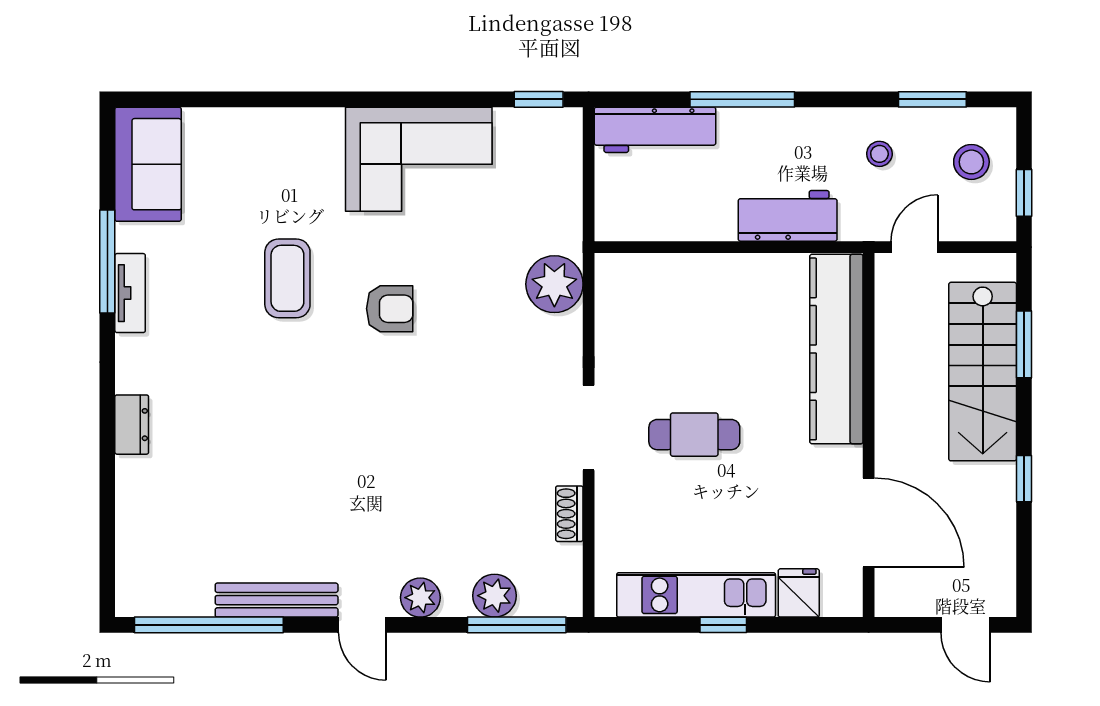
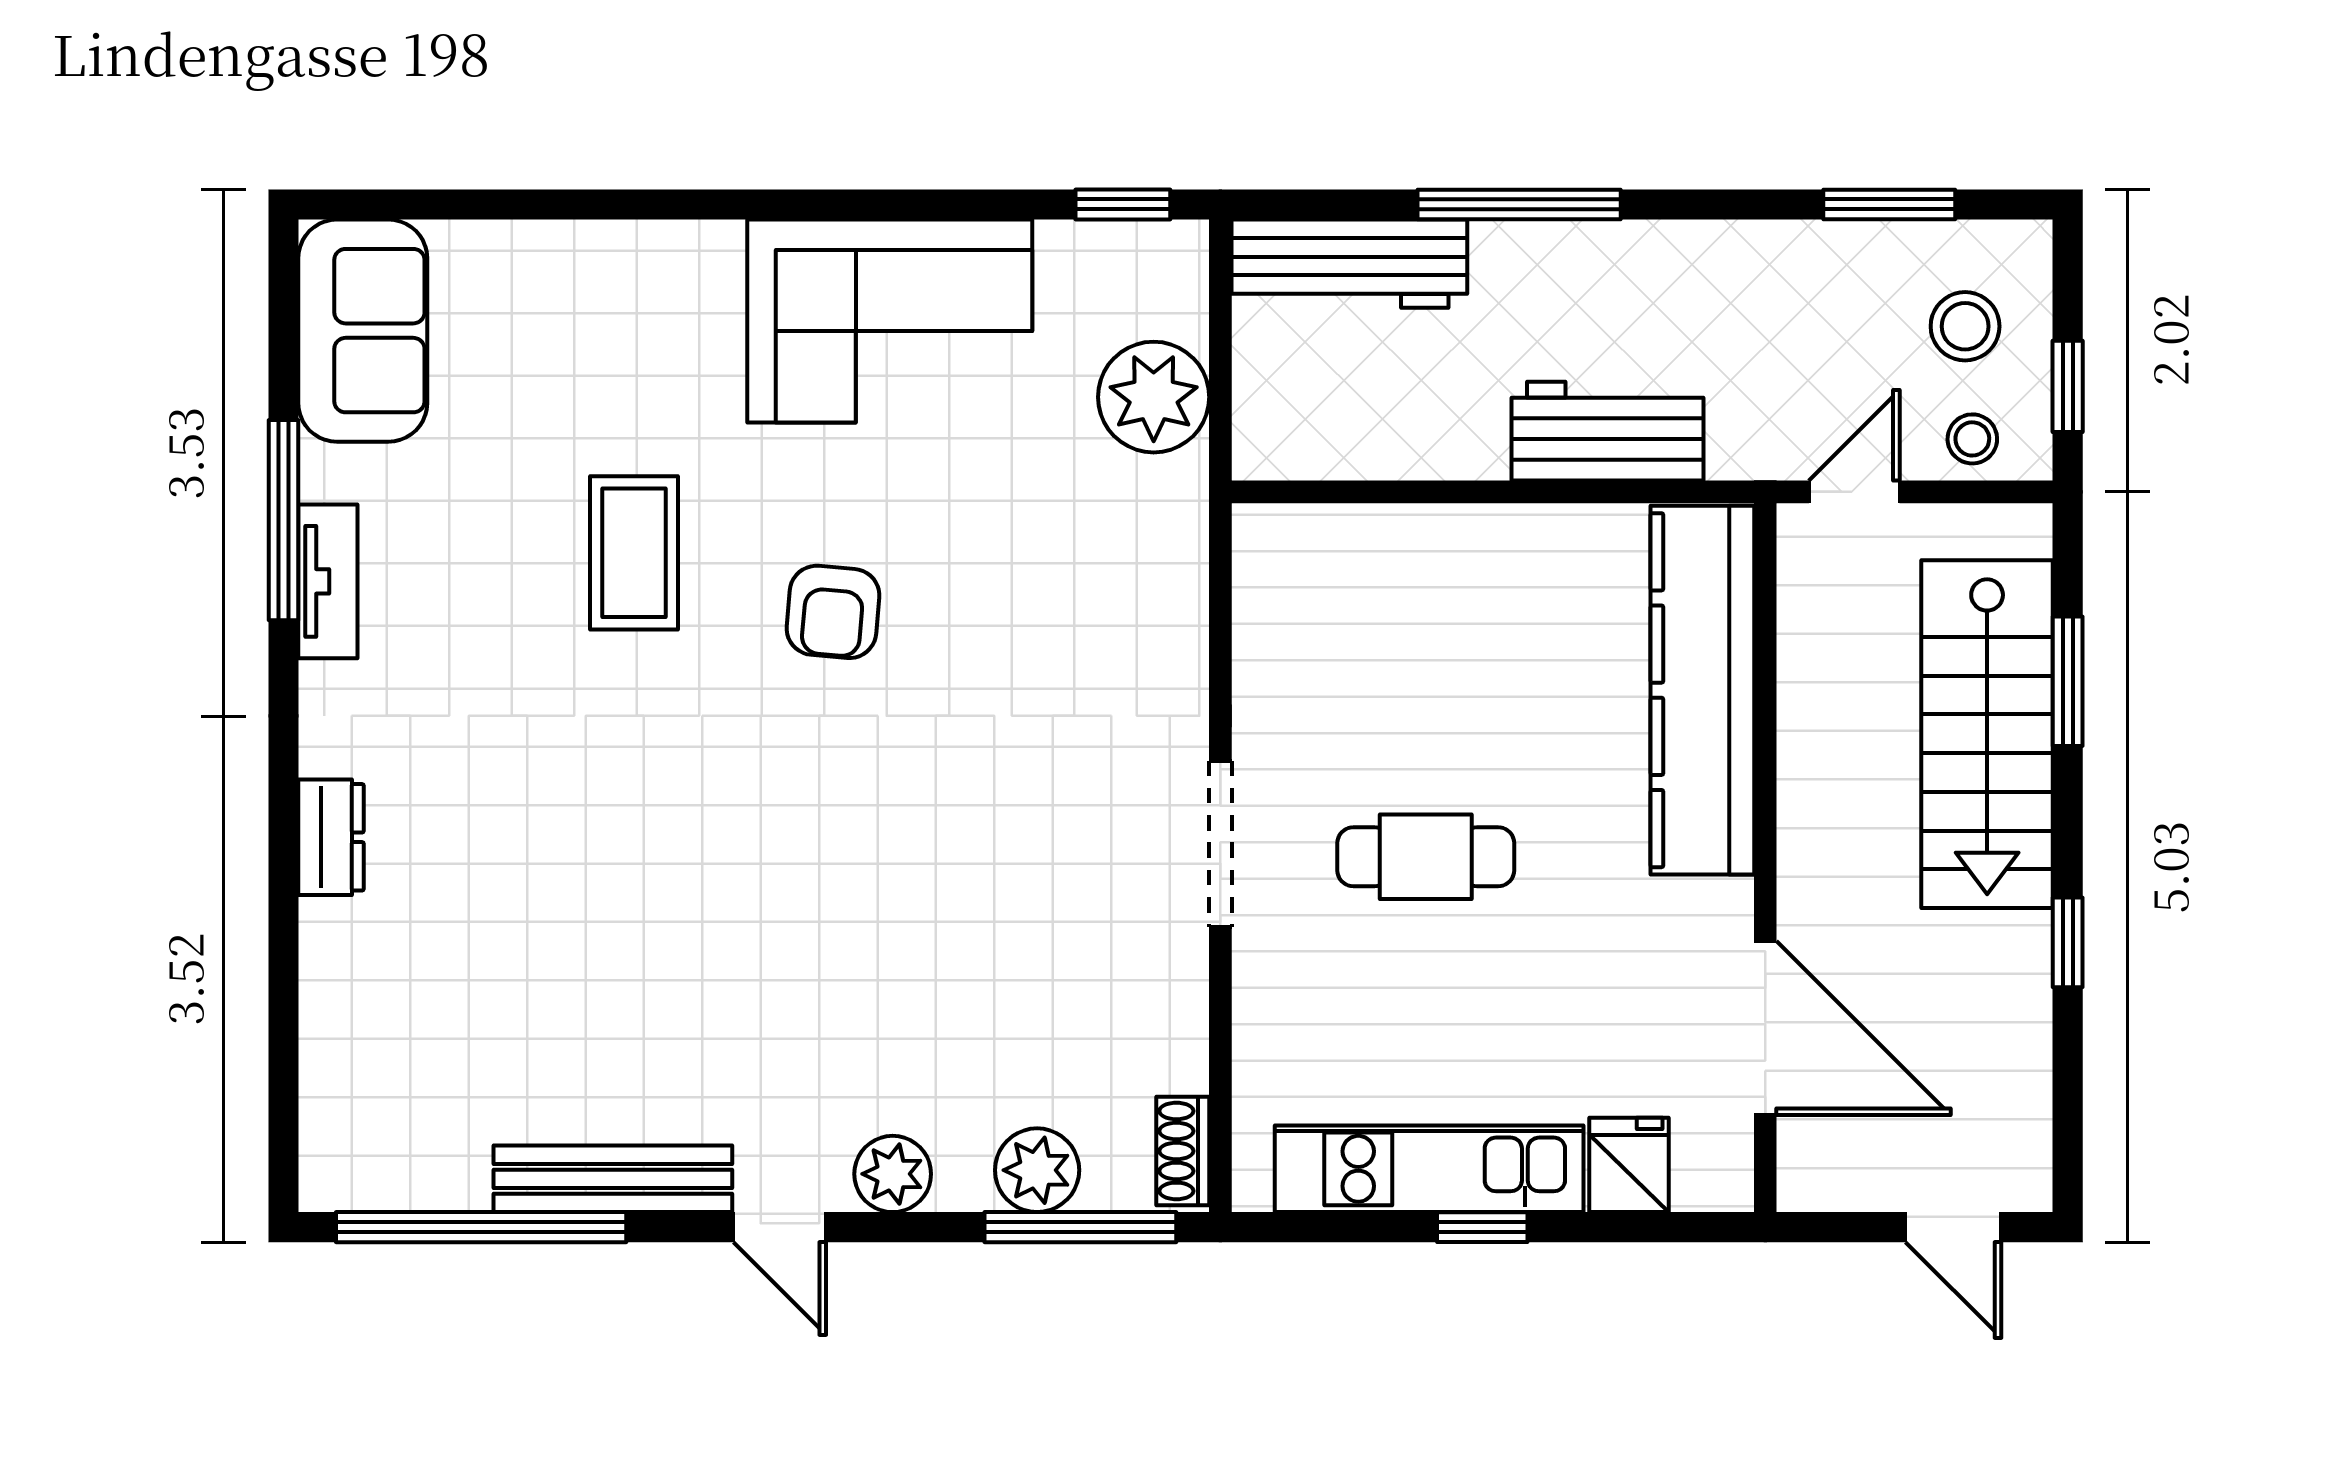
stool: (879, 154) -> (1972, 439), moved
plant: (554, 284) -> (1154, 397), moved
armchair: (390, 309) -> (833, 612), turned 95
shoe rack: (569, 514) -> (1183, 1151), moved

